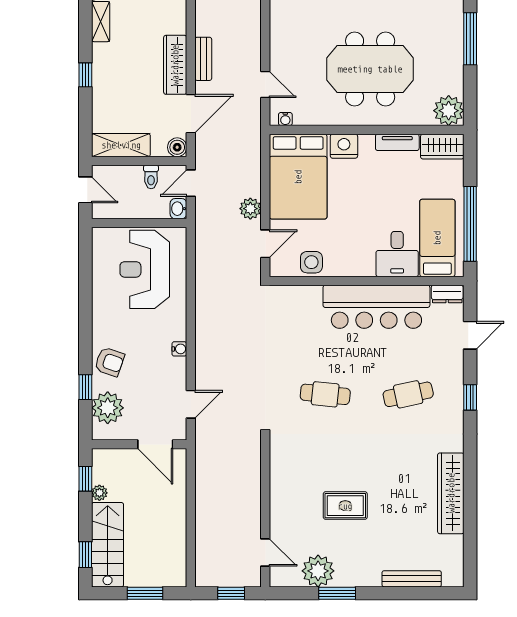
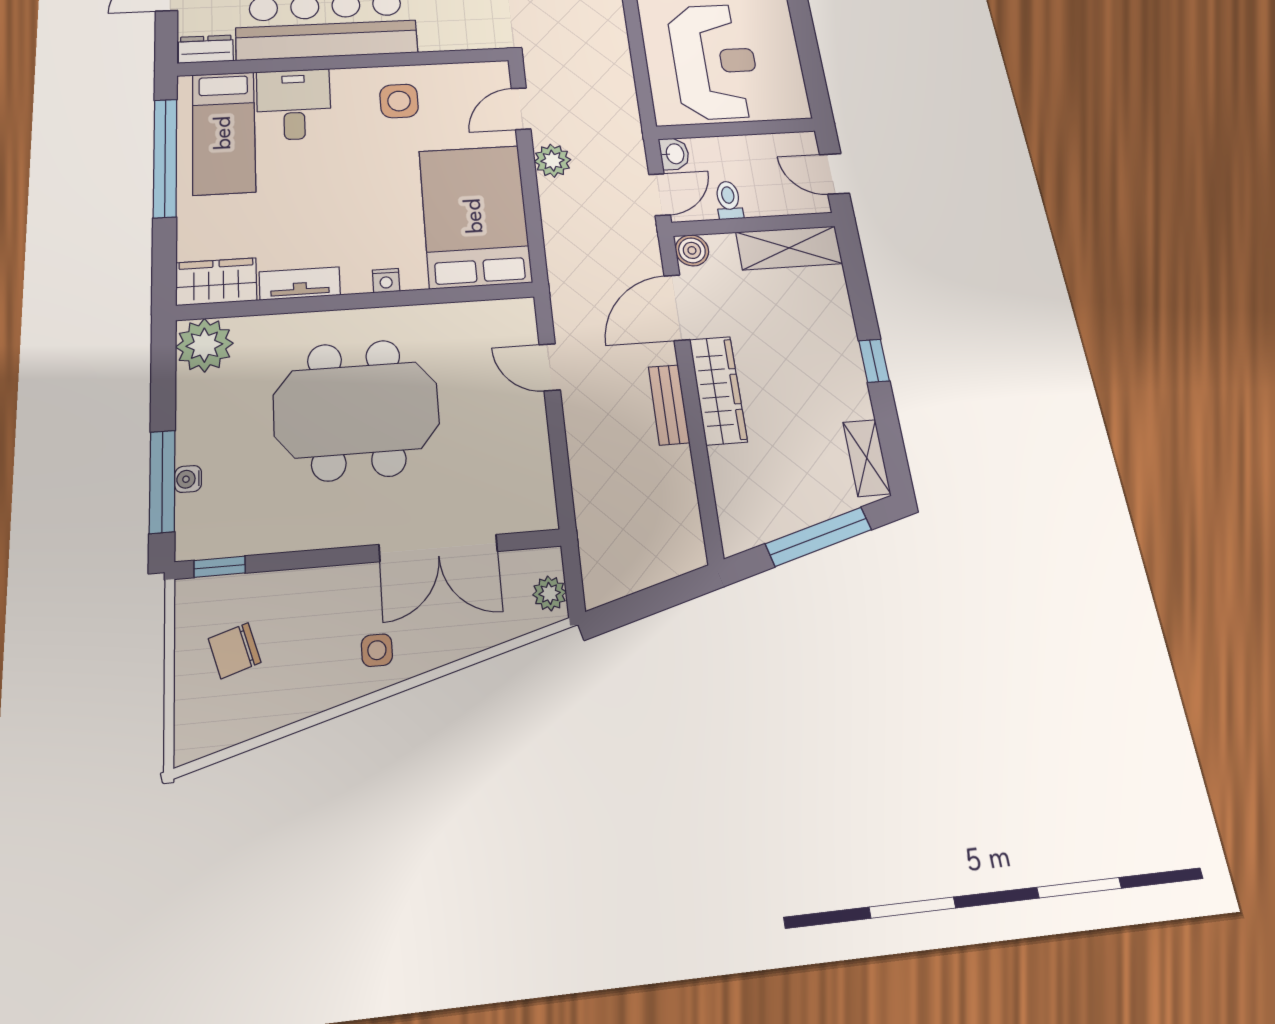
water cooler: (285, 119) -> (188, 479), moved, turned -90
nightstand: (344, 146) -> (386, 281), width x0.53, depth x0.56
side table: (311, 262) -> (399, 101), moved

